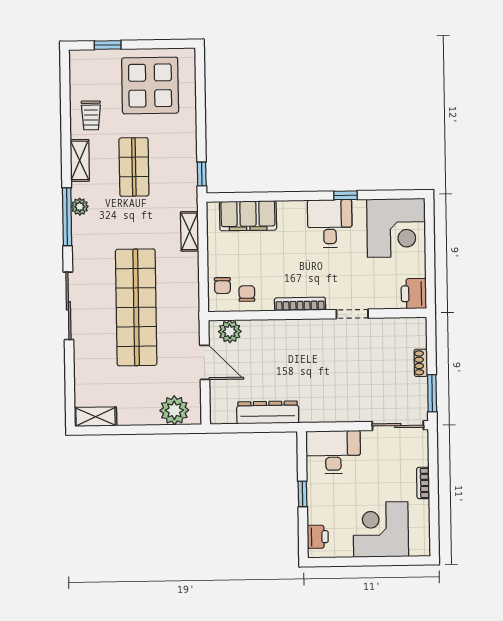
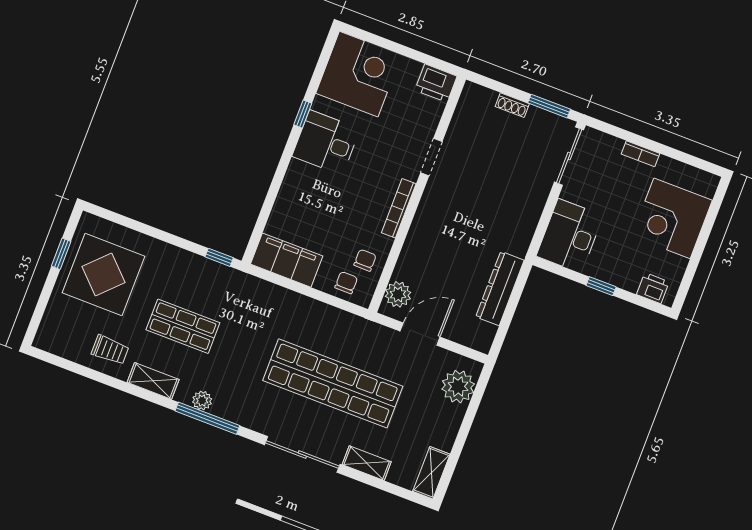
window: (108, 45) -> (61, 254), moved
filing cabinet: (248, 216) -> (287, 260), moved, turned -90
shelving: (190, 231) -> (367, 463), moved
chair: (222, 286) -> (346, 283), turned -90
chair: (247, 294) -> (365, 260), turned 90

